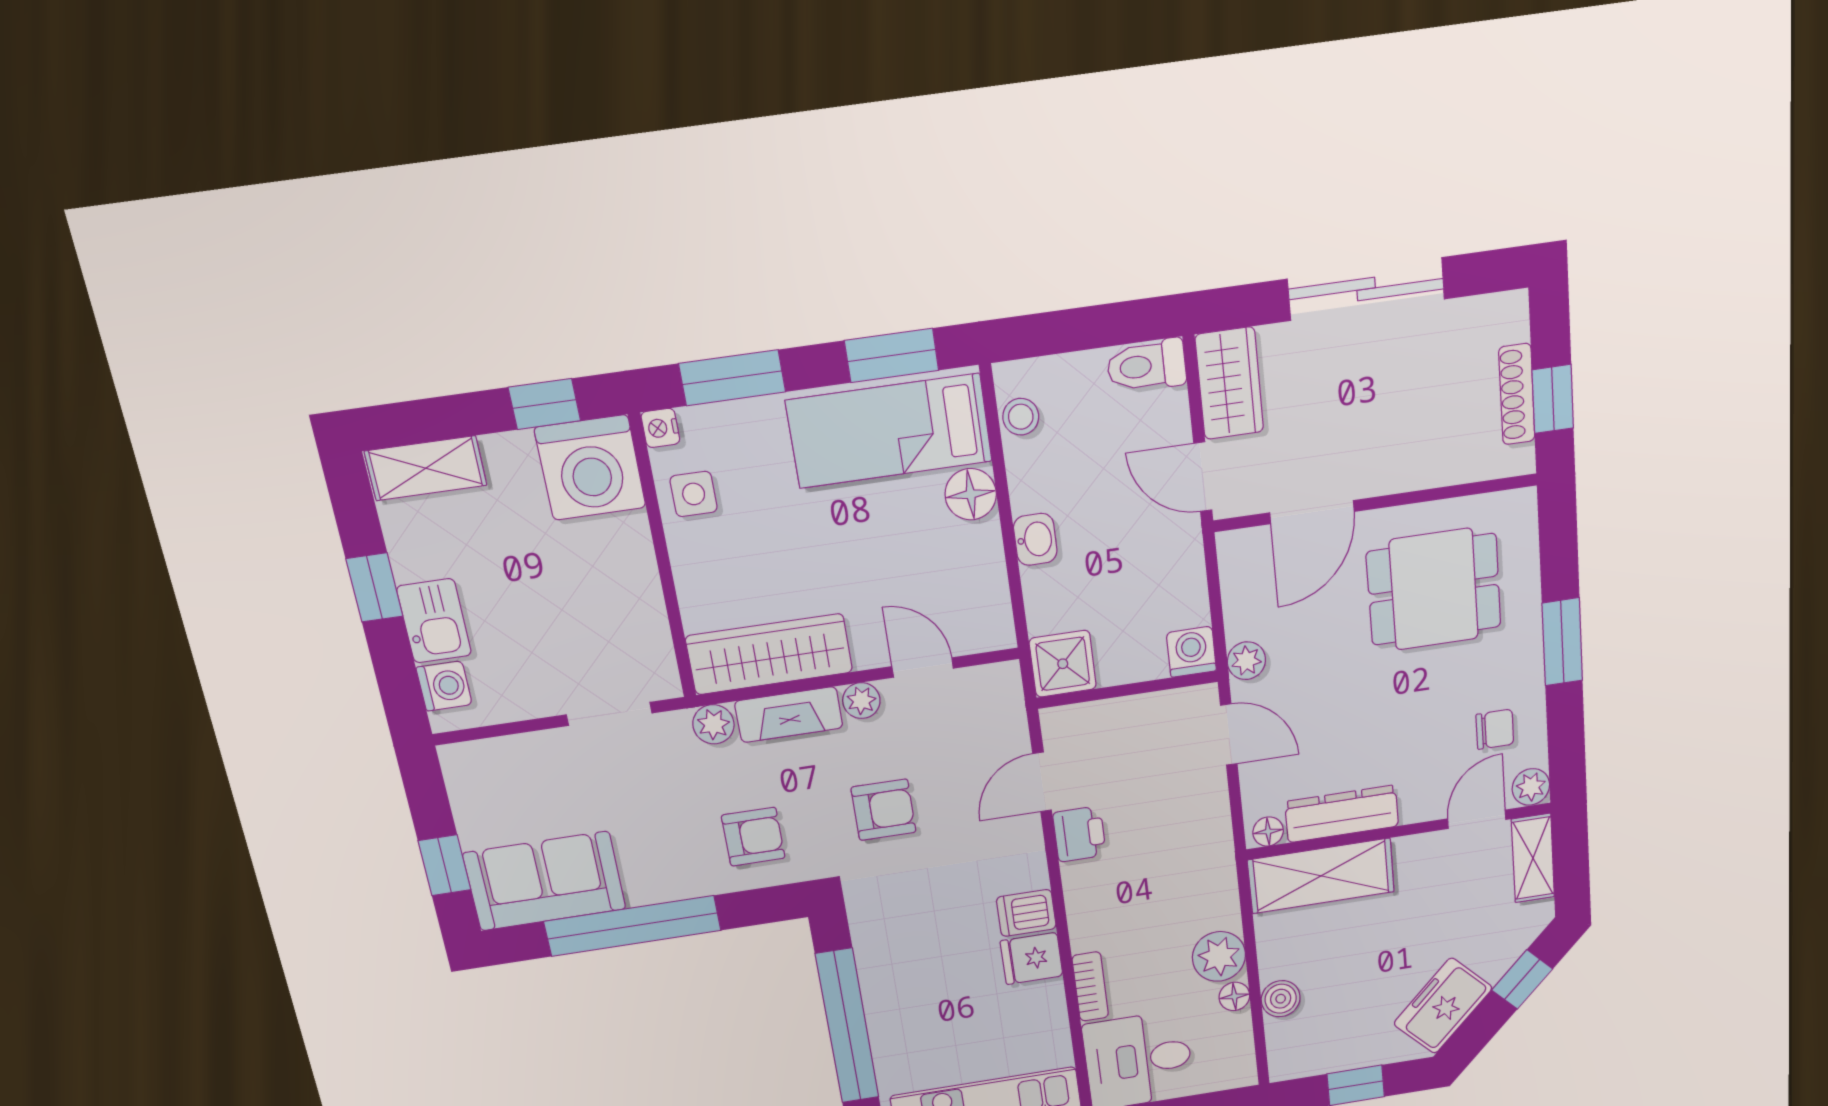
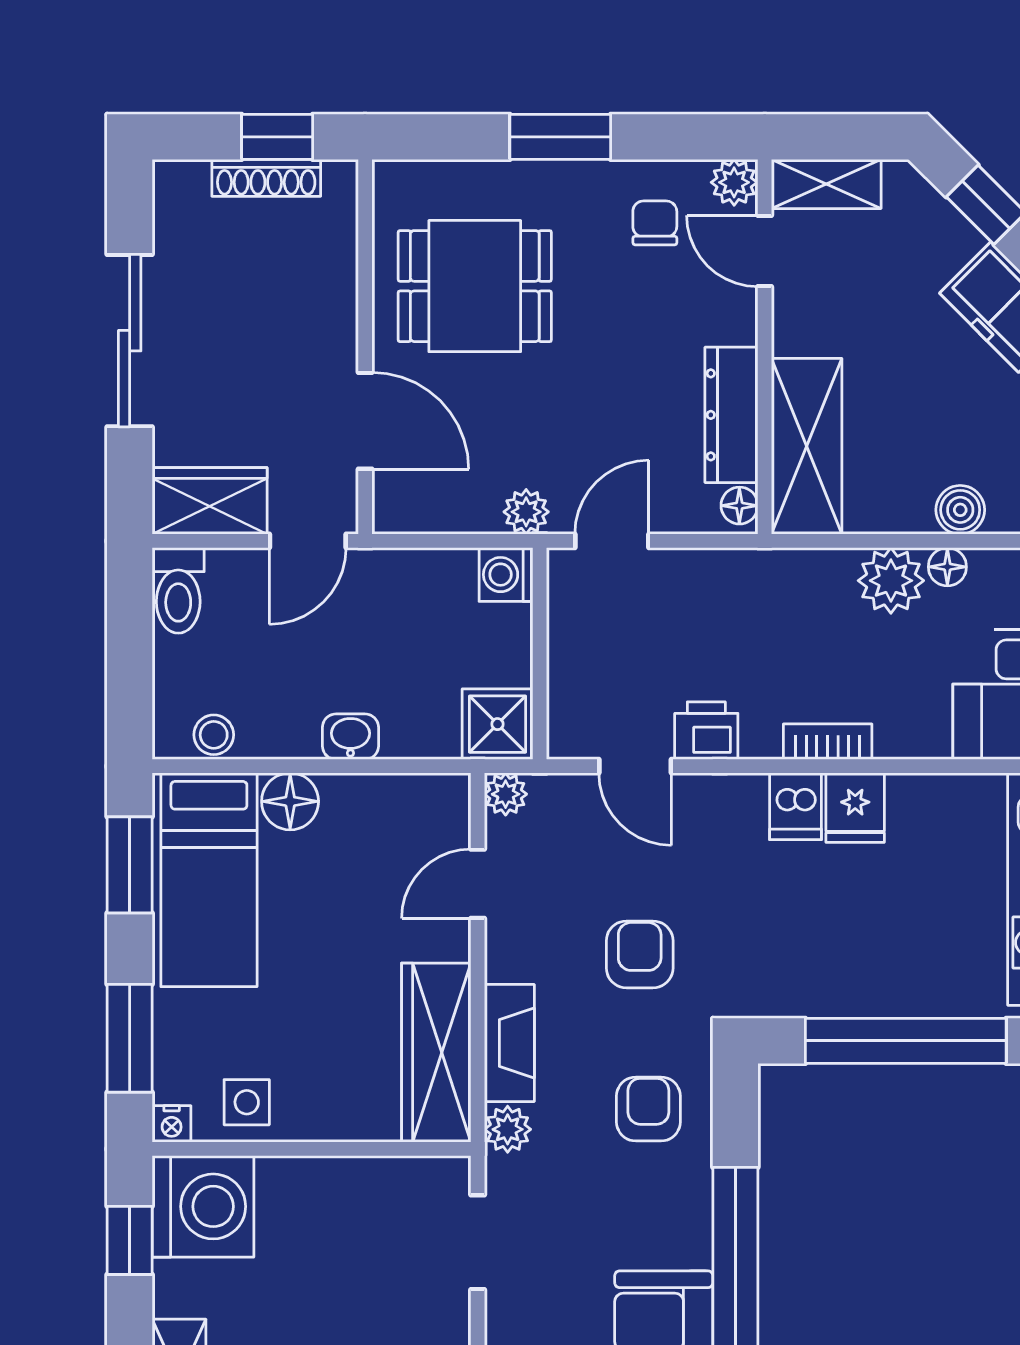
dining table: (1434, 589) -> (475, 286), turned 90
plant: (861, 701) -> (506, 794), moved
bookcase: (1090, 986) -> (828, 742), moved

